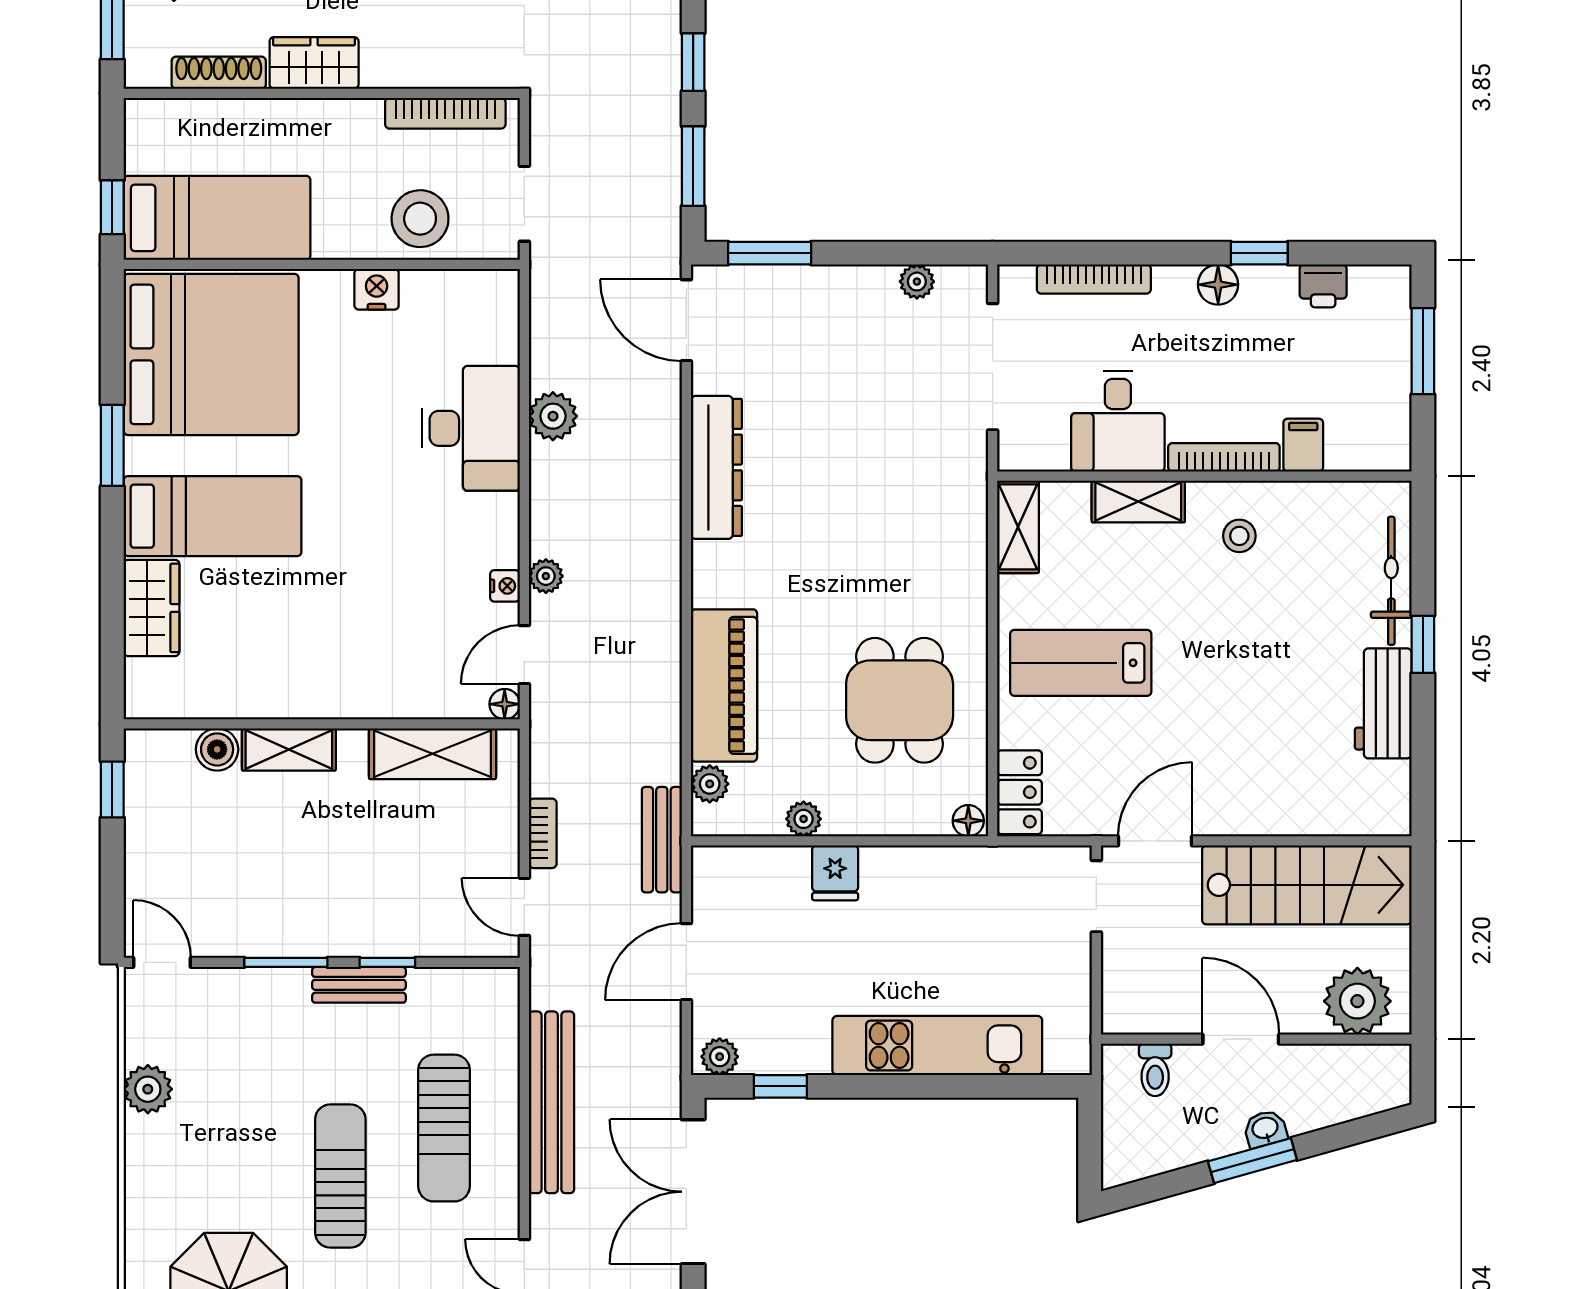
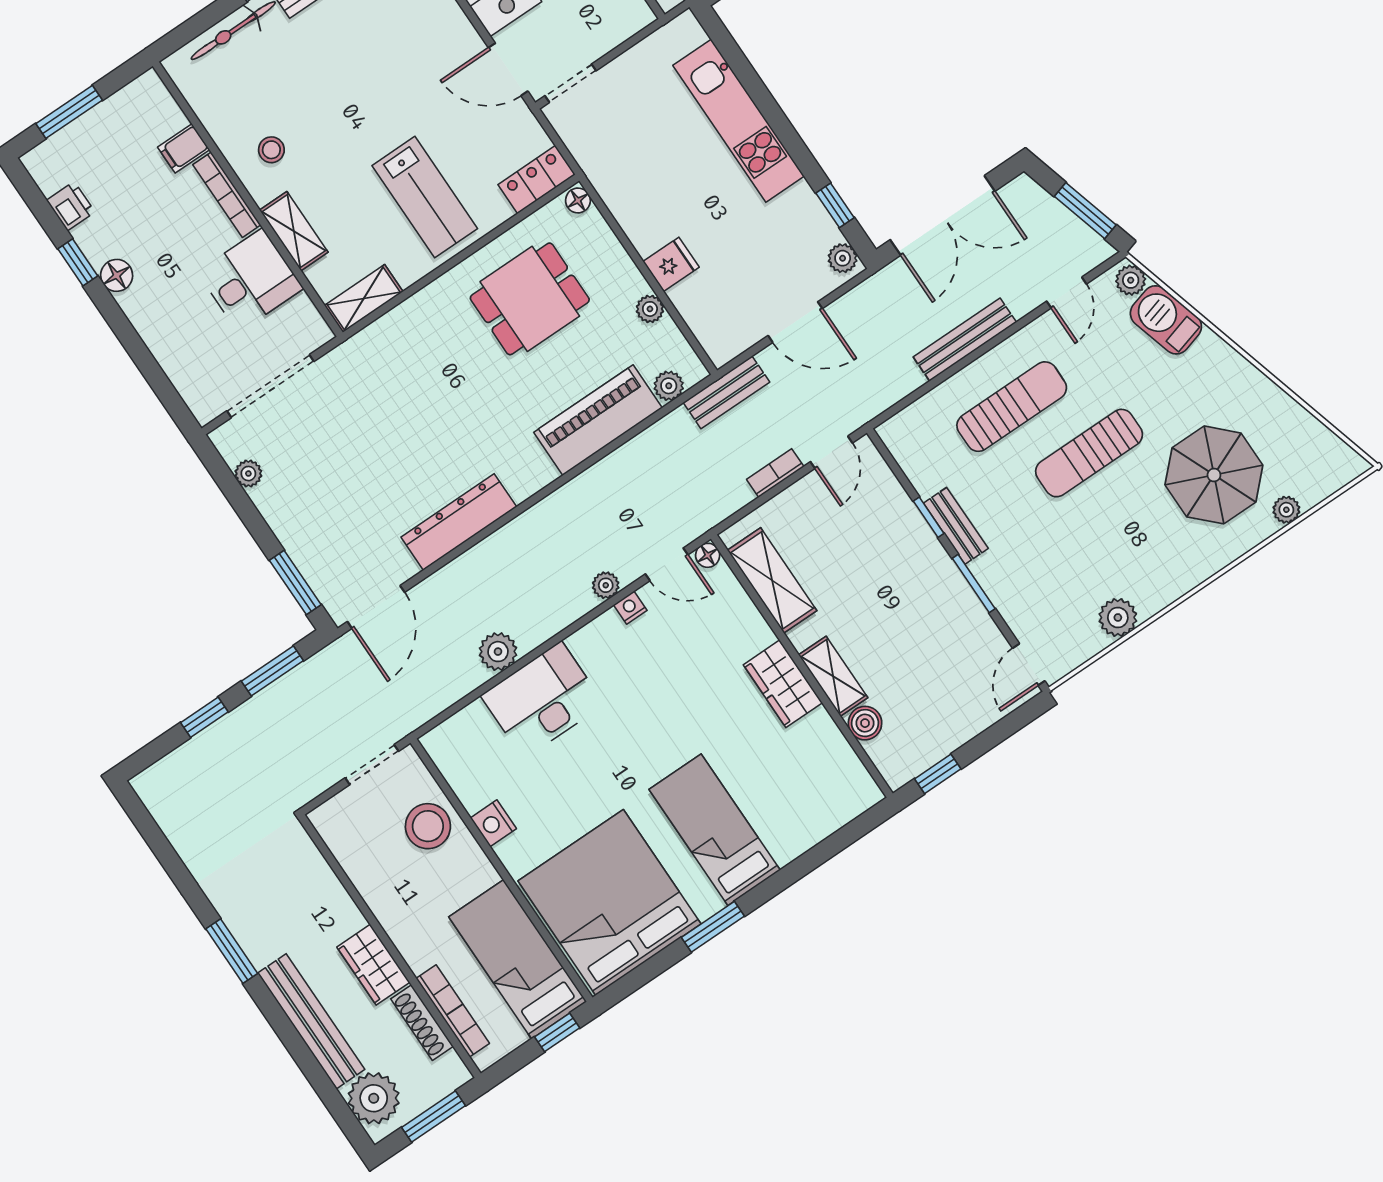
bookcase: (445, 113) -> (453, 1011), moved
bookcase: (1094, 279) -> (168, 359), removed
wardrobe: (151, 608) -> (783, 684), moved, turned -90
bench: (551, 1102) -> (965, 340), width x0.73, depth x0.82

